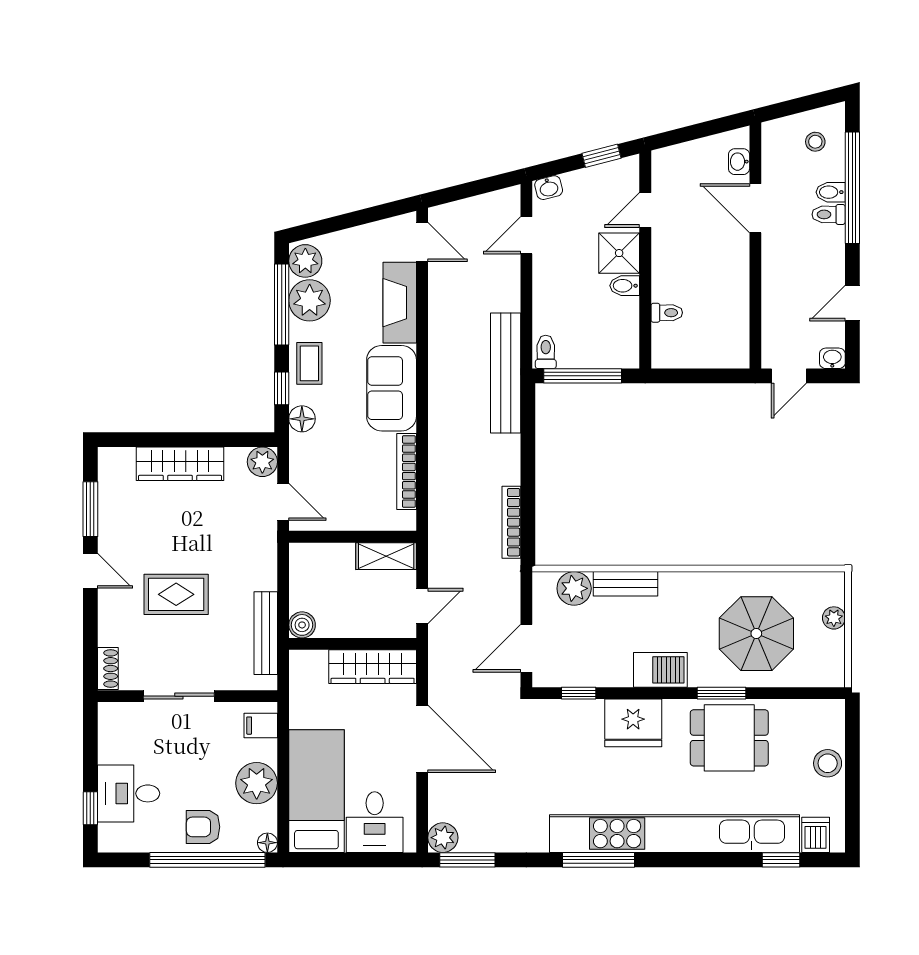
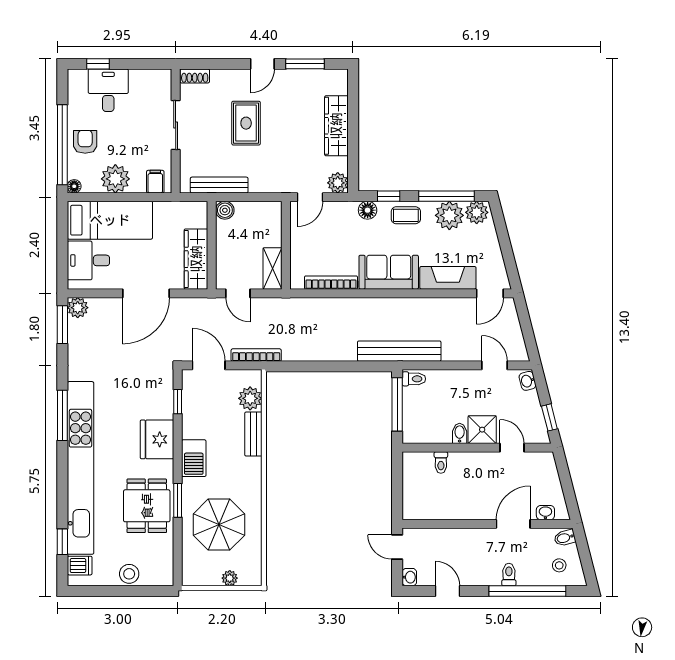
bidet: (831, 192) -> (565, 538), moved, turned -104
bookcase: (511, 522) -> (256, 355), moved

